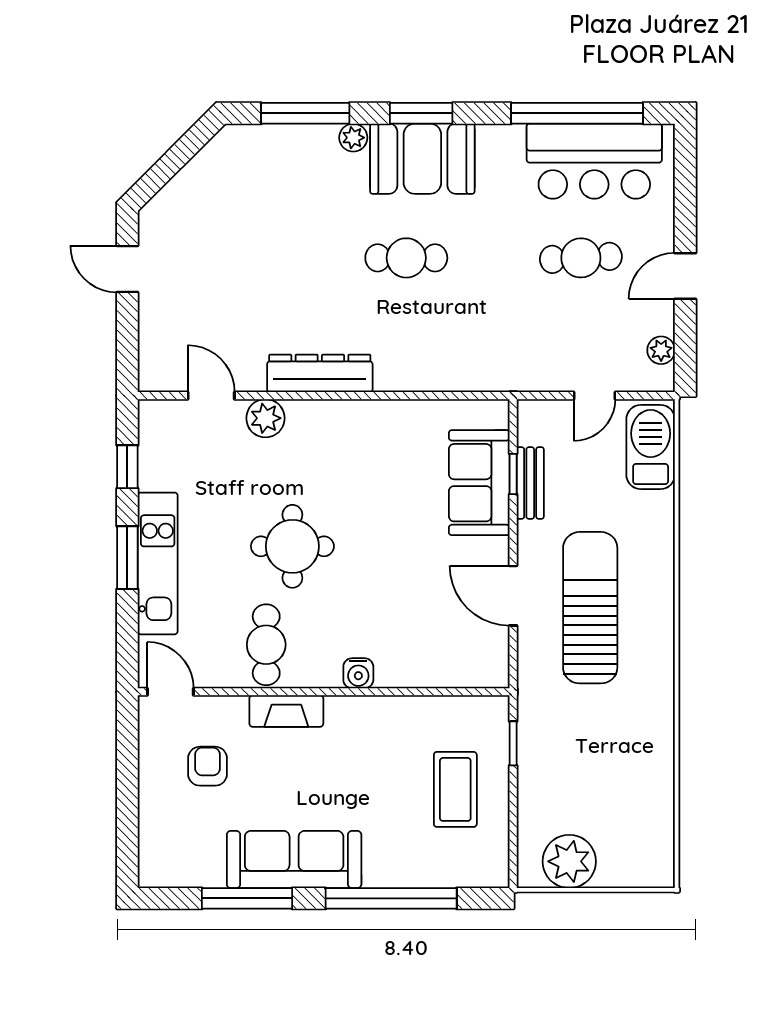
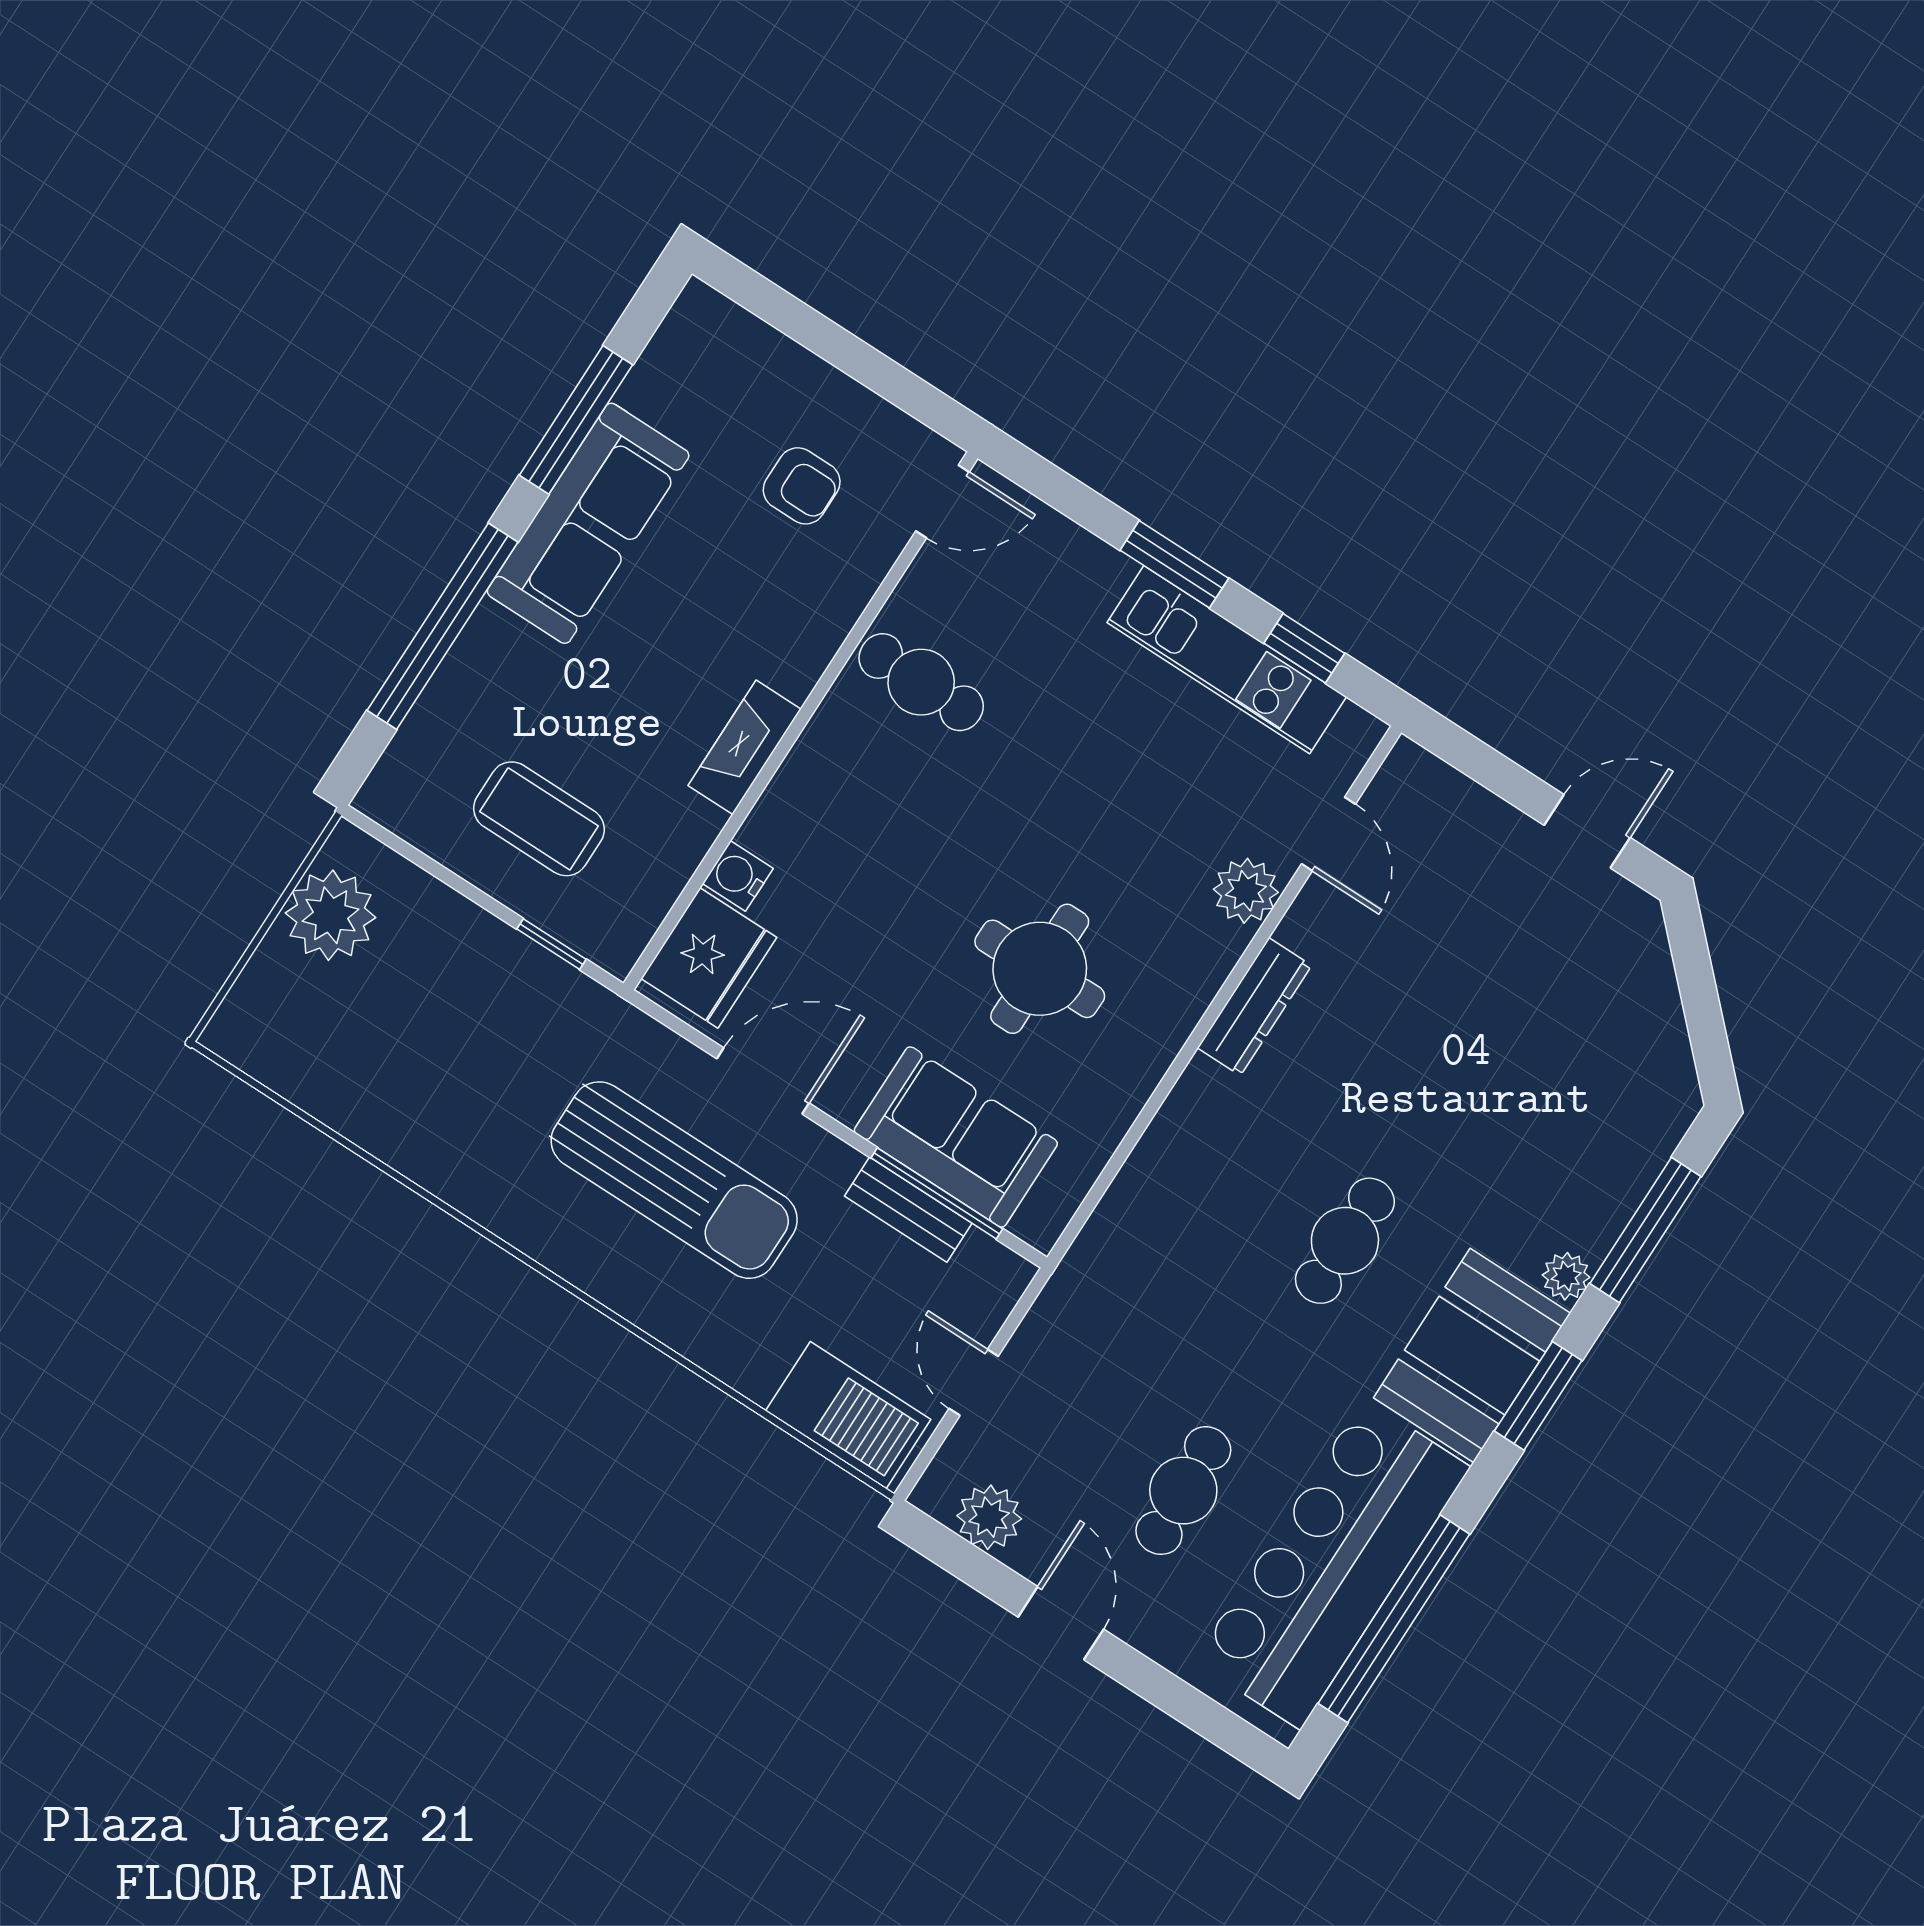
bar counter: (594, 161) -> (1332, 1564), width x1.36
plant: (661, 350) -> (989, 1517), width x1.38, depth x1.38
dresser: (320, 373) -> (1254, 1007), width x0.73, depth x0.80
door: (211, 396) -> (1328, 834), hinge flipped
window: (513, 474) -> (937, 1193), width x2.17
round table: (292, 546) -> (1040, 969), moved
kitchen unit: (158, 563) -> (1227, 660), moved
fridge: (470, 661) -> (709, 958), added
water cooler: (358, 673) -> (738, 876), moved
fireplace: (286, 711) -> (744, 747), moved

